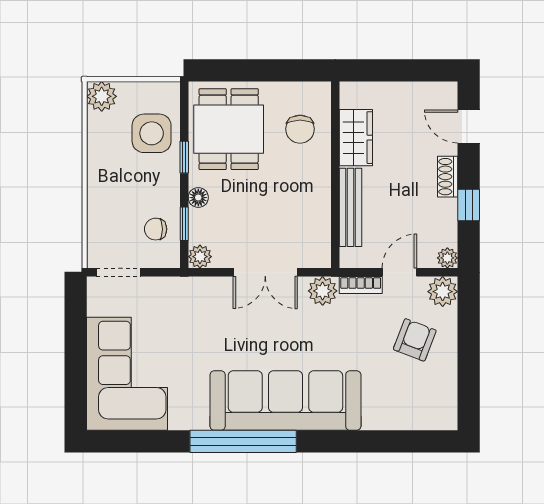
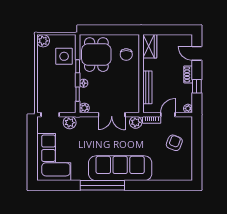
wardrobe: (356, 138) -> (150, 46), moved
chair: (156, 229) -> (66, 96), removed
plant: (443, 292) -> (70, 123), moved

